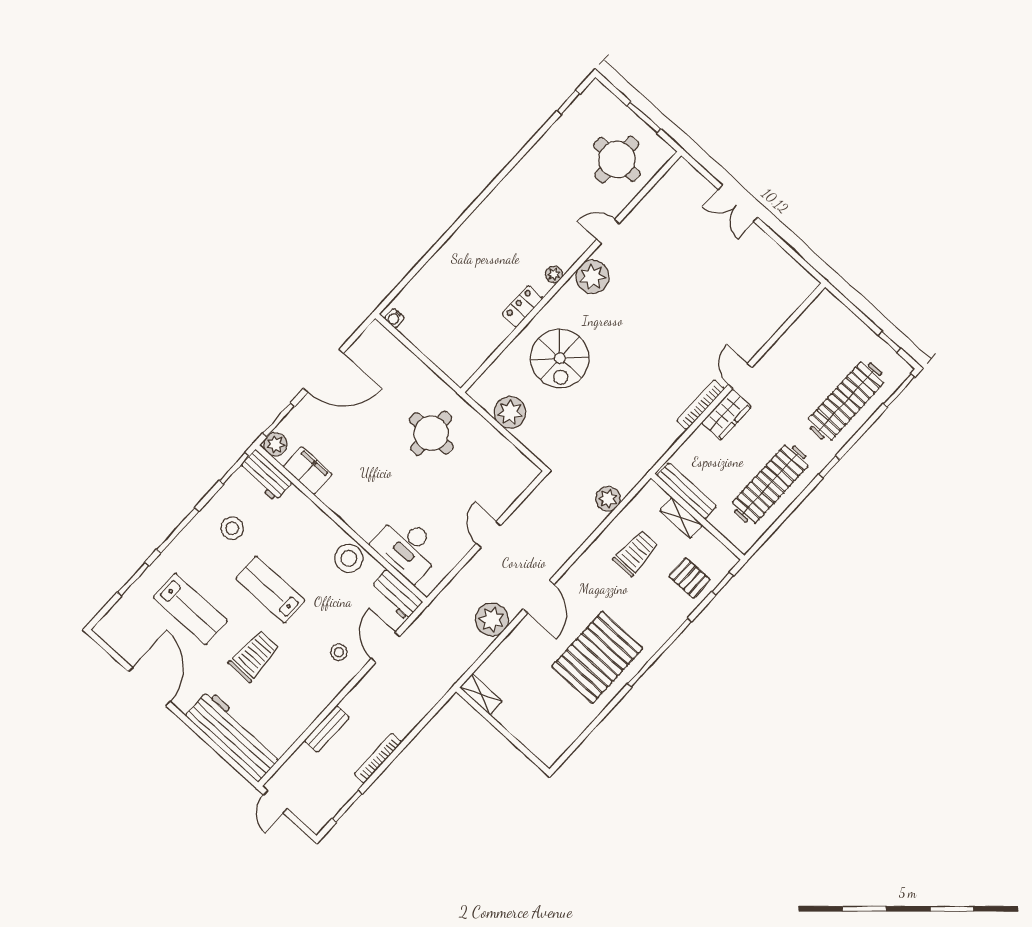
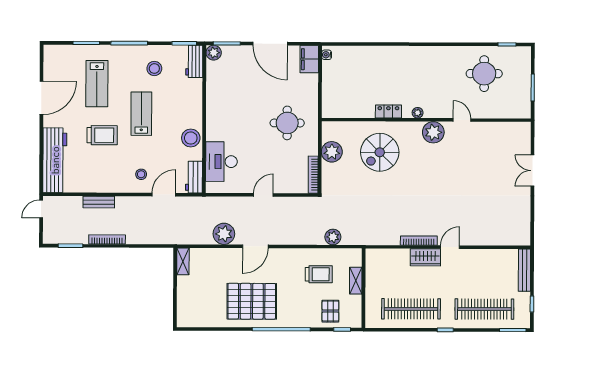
round table: (617, 159) -> (484, 74), moved
bookcase: (517, 457) -> (313, 175), added
filing cabinet: (308, 470) -> (309, 59), moved, turned 180
bench: (687, 491) -> (524, 270), moved

